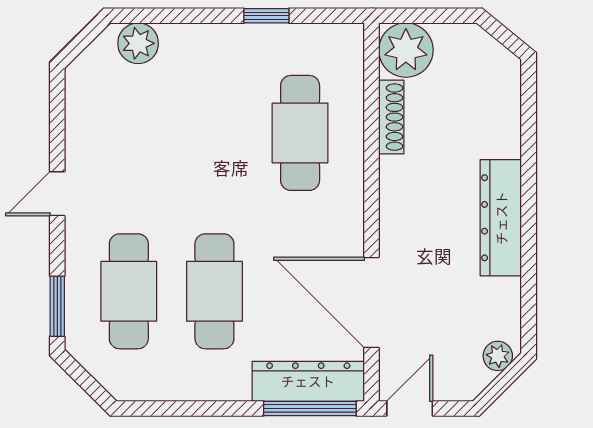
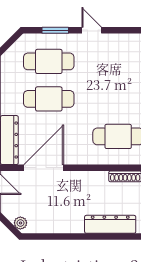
dresser: (501, 218) -> (110, 224), moved
window: (57, 306) -> (55, 30), moved

